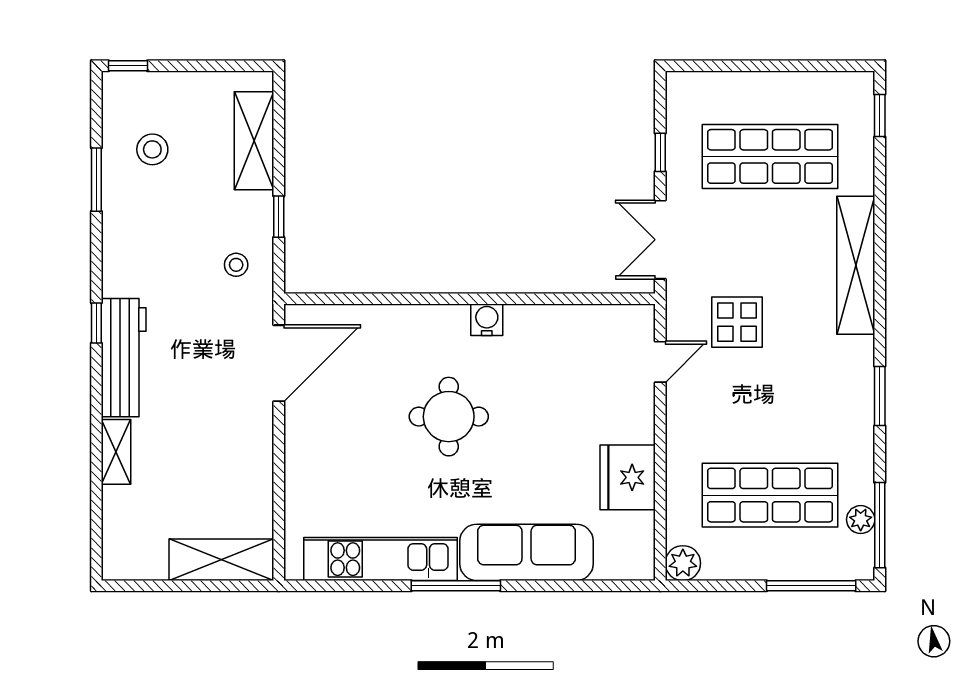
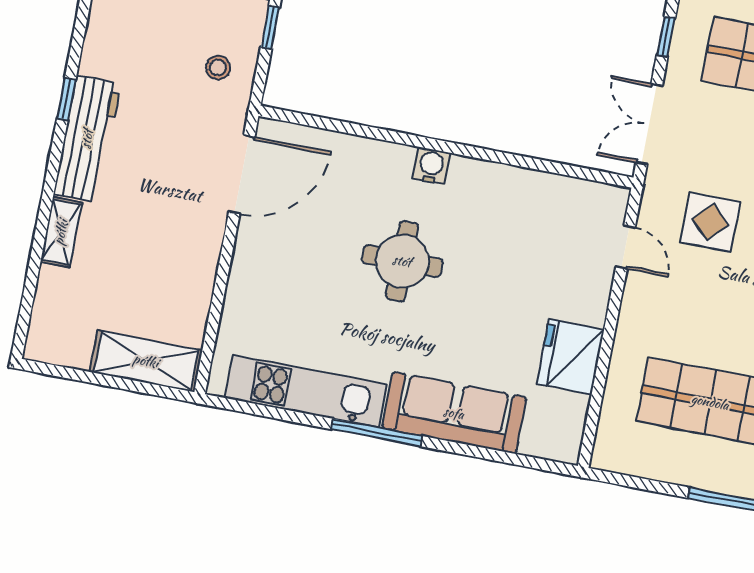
water cooler: (487, 320) -> (431, 166), moved
door: (660, 362) -> (625, 247), hinge flipped
plant: (683, 563) -> (609, 454), removed

